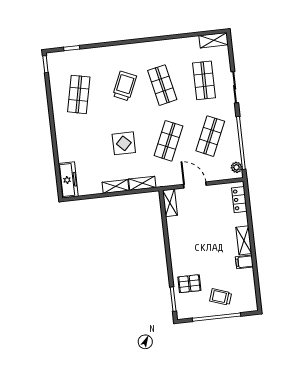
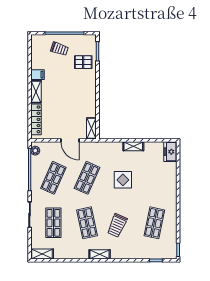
freezer: (68, 180) -> (170, 152), width x0.71
shelving: (142, 183) -> (100, 254), moved
locker: (239, 200) -> (36, 119), width x1.53

